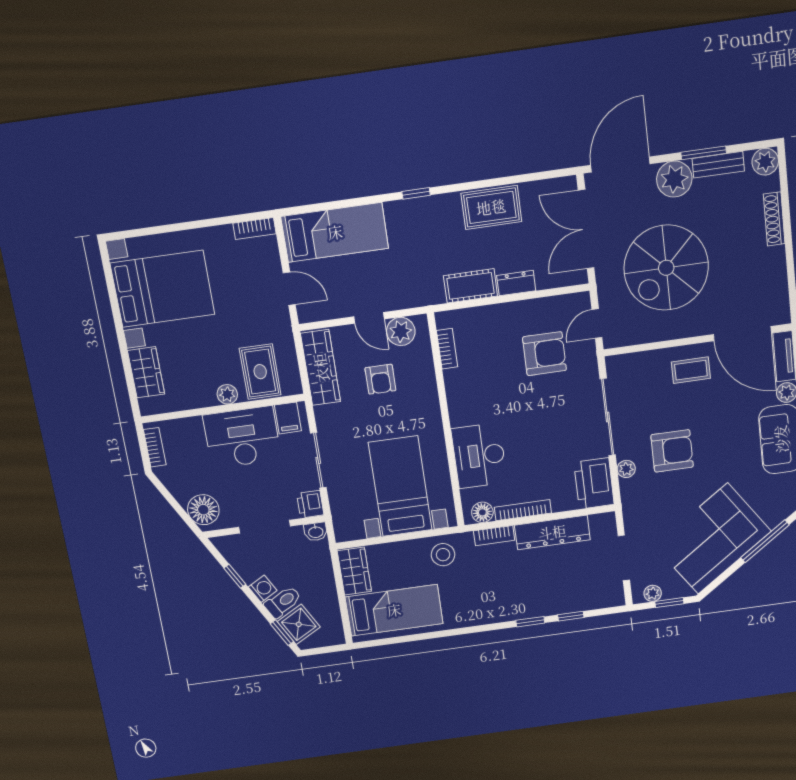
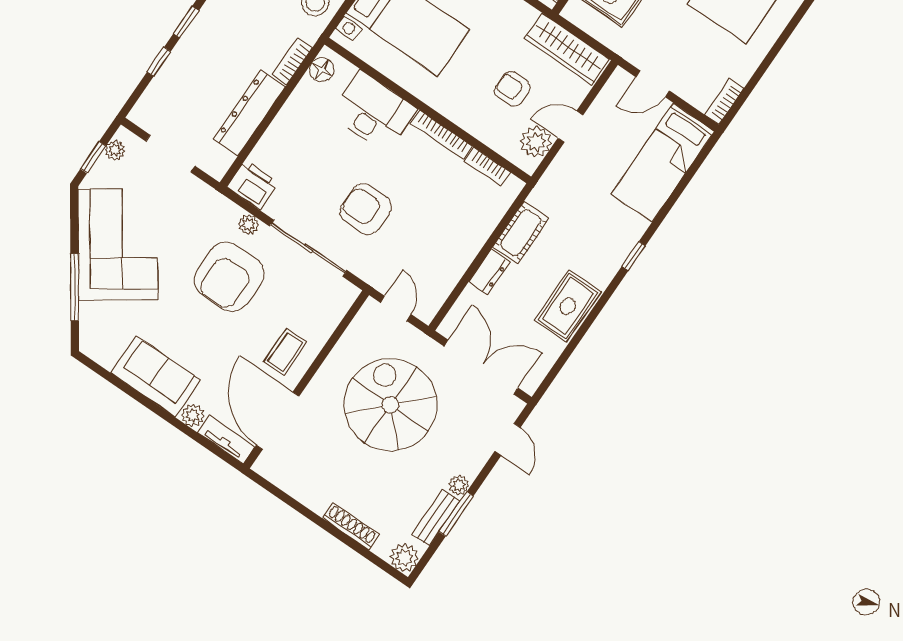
door: (620, 165) -> (507, 439), width x0.53
plant: (674, 179) -> (459, 485), width x0.53, depth x0.53
door: (742, 334) -> (278, 421), hinge flipped
armchair: (544, 354) -> (366, 209), moved, turned 90
armchair: (672, 451) -> (229, 277), width x1.36, depth x1.36
printer: (594, 483) -> (253, 185), width x0.73, depth x0.84
bookcase: (523, 510) -> (442, 135), moved, turned 90

